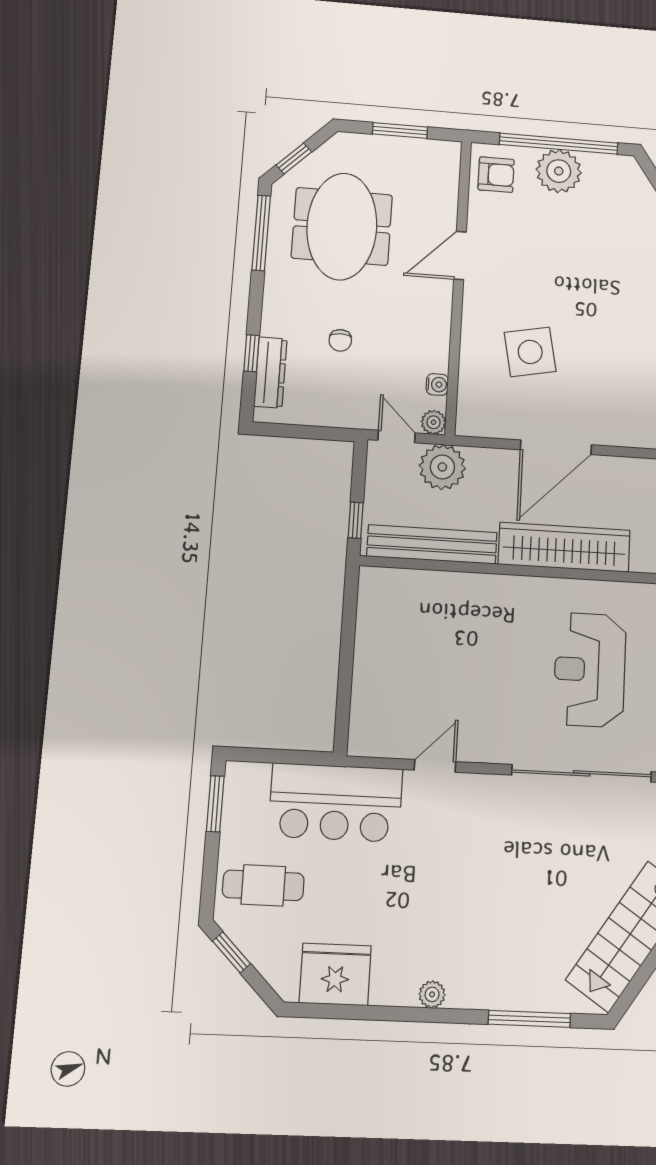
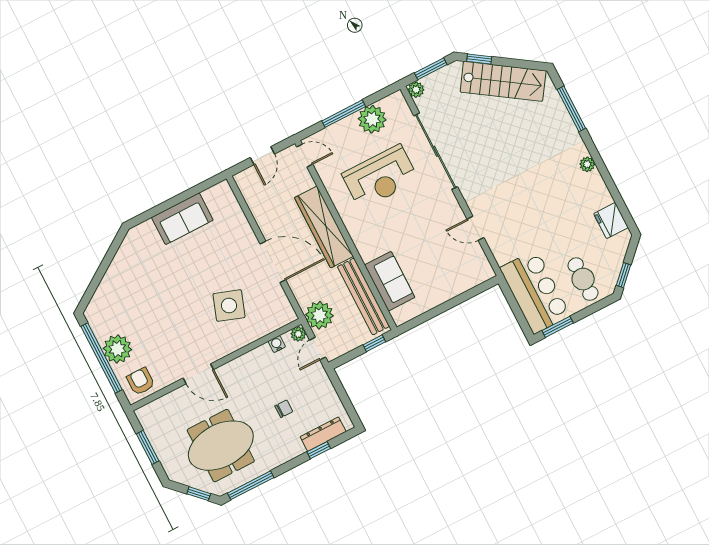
side table: (530, 352) -> (229, 306), turned 30
sofa: (432, 595) -> (390, 281), added
bar counter: (336, 802) -> (535, 292), moved
fridge: (335, 974) -> (611, 221), width x0.73, depth x0.75

